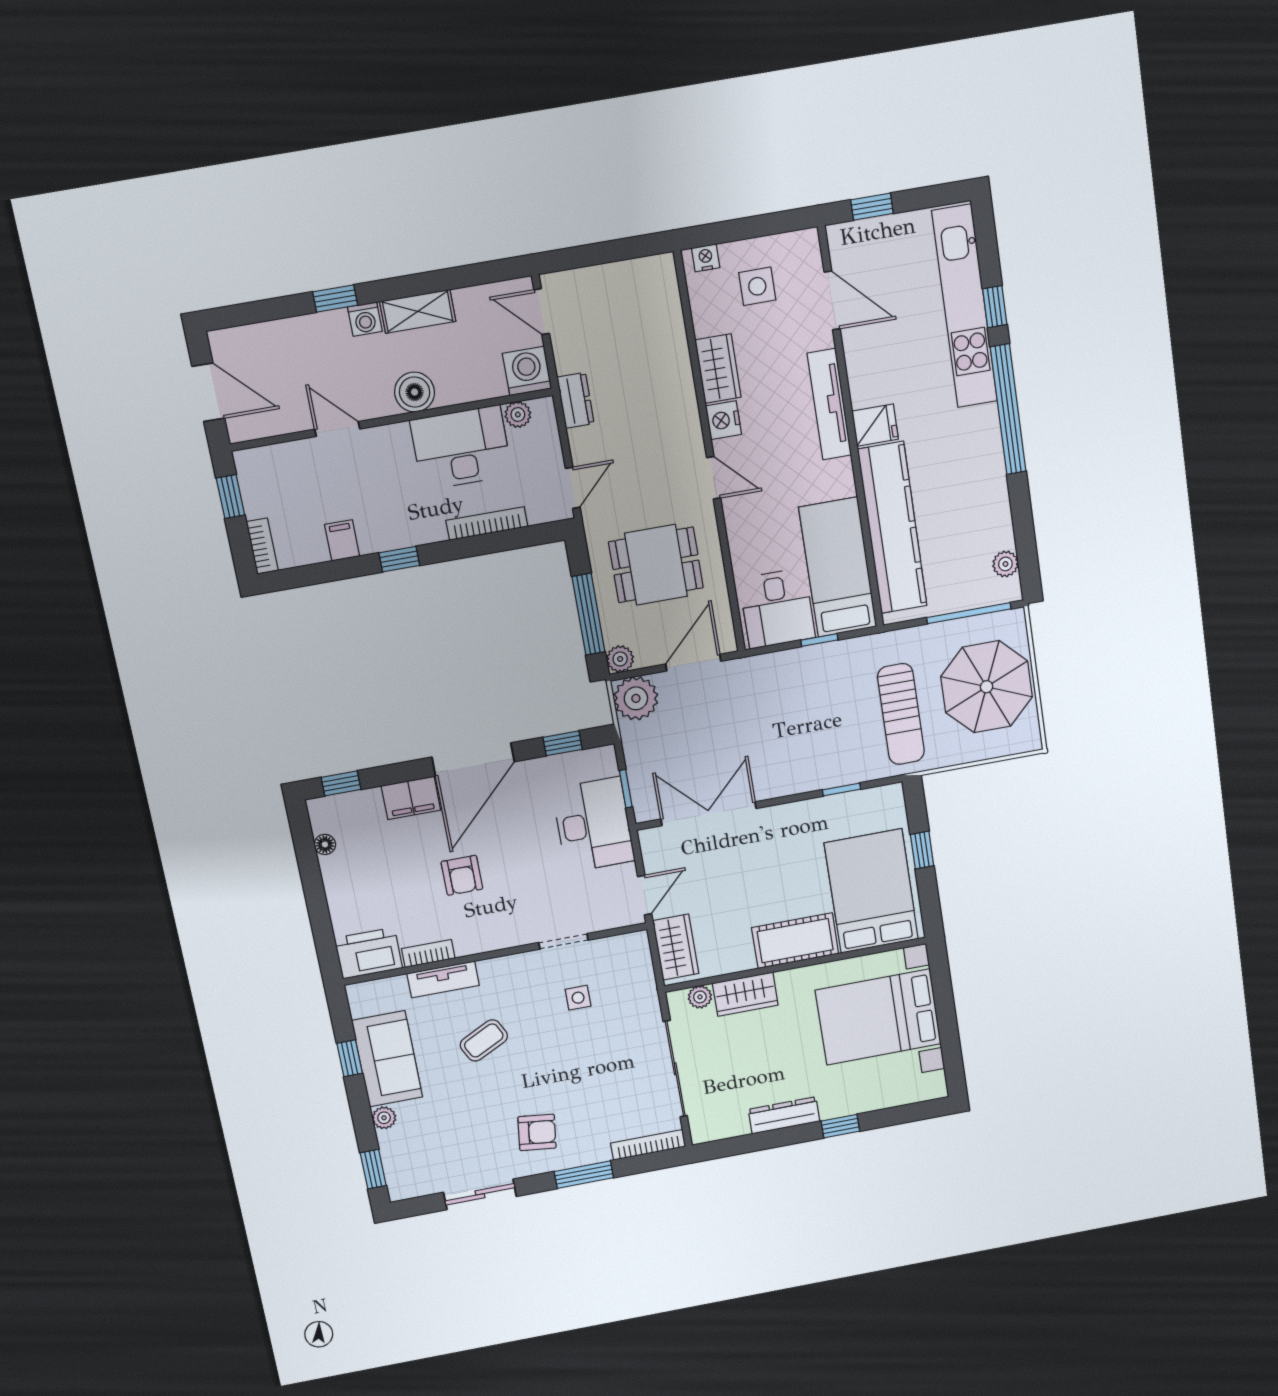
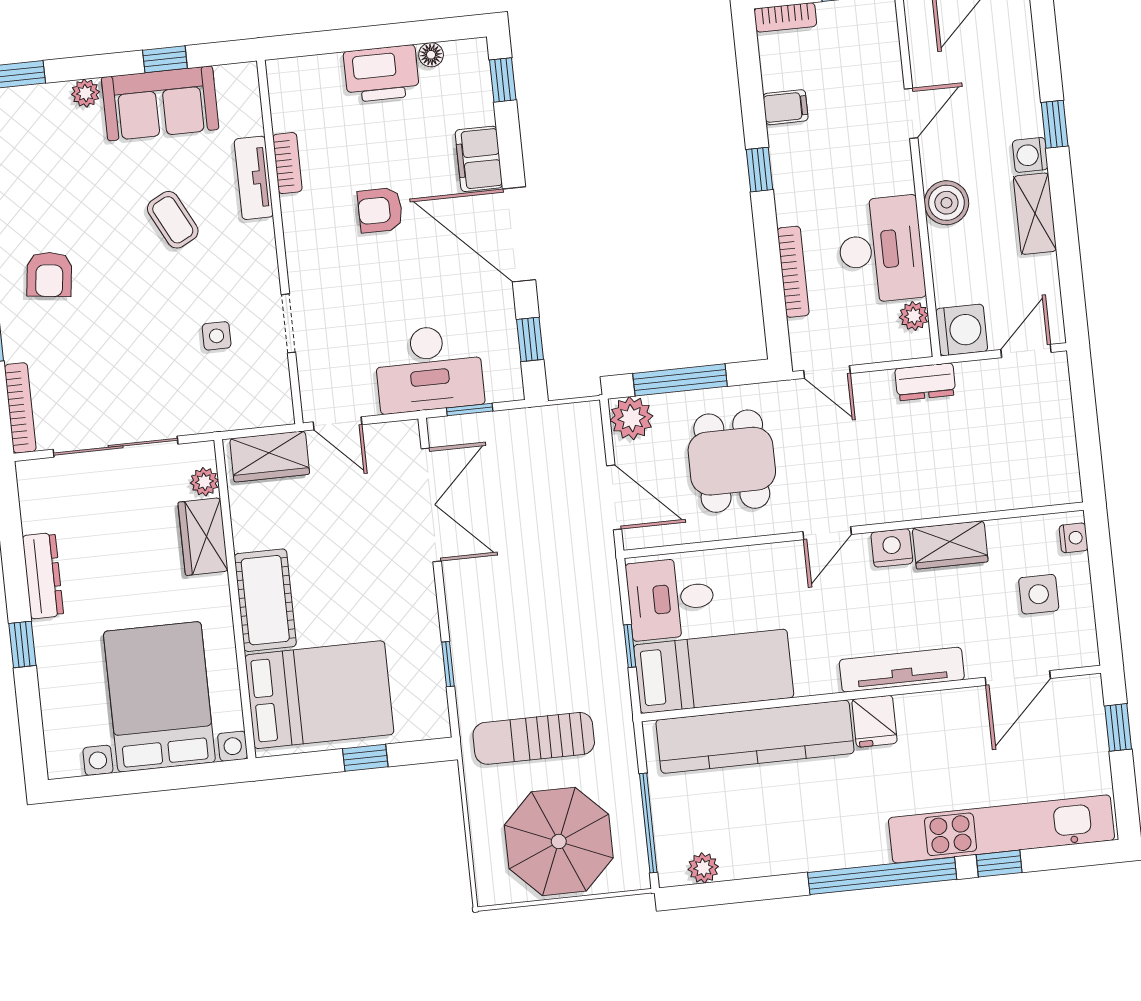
plant: (620, 659) -> (631, 418), width x1.38, depth x1.38
plant: (636, 698) -> (577, 428), removed
printer: (368, 953) -> (381, 74), moved, turned 90

